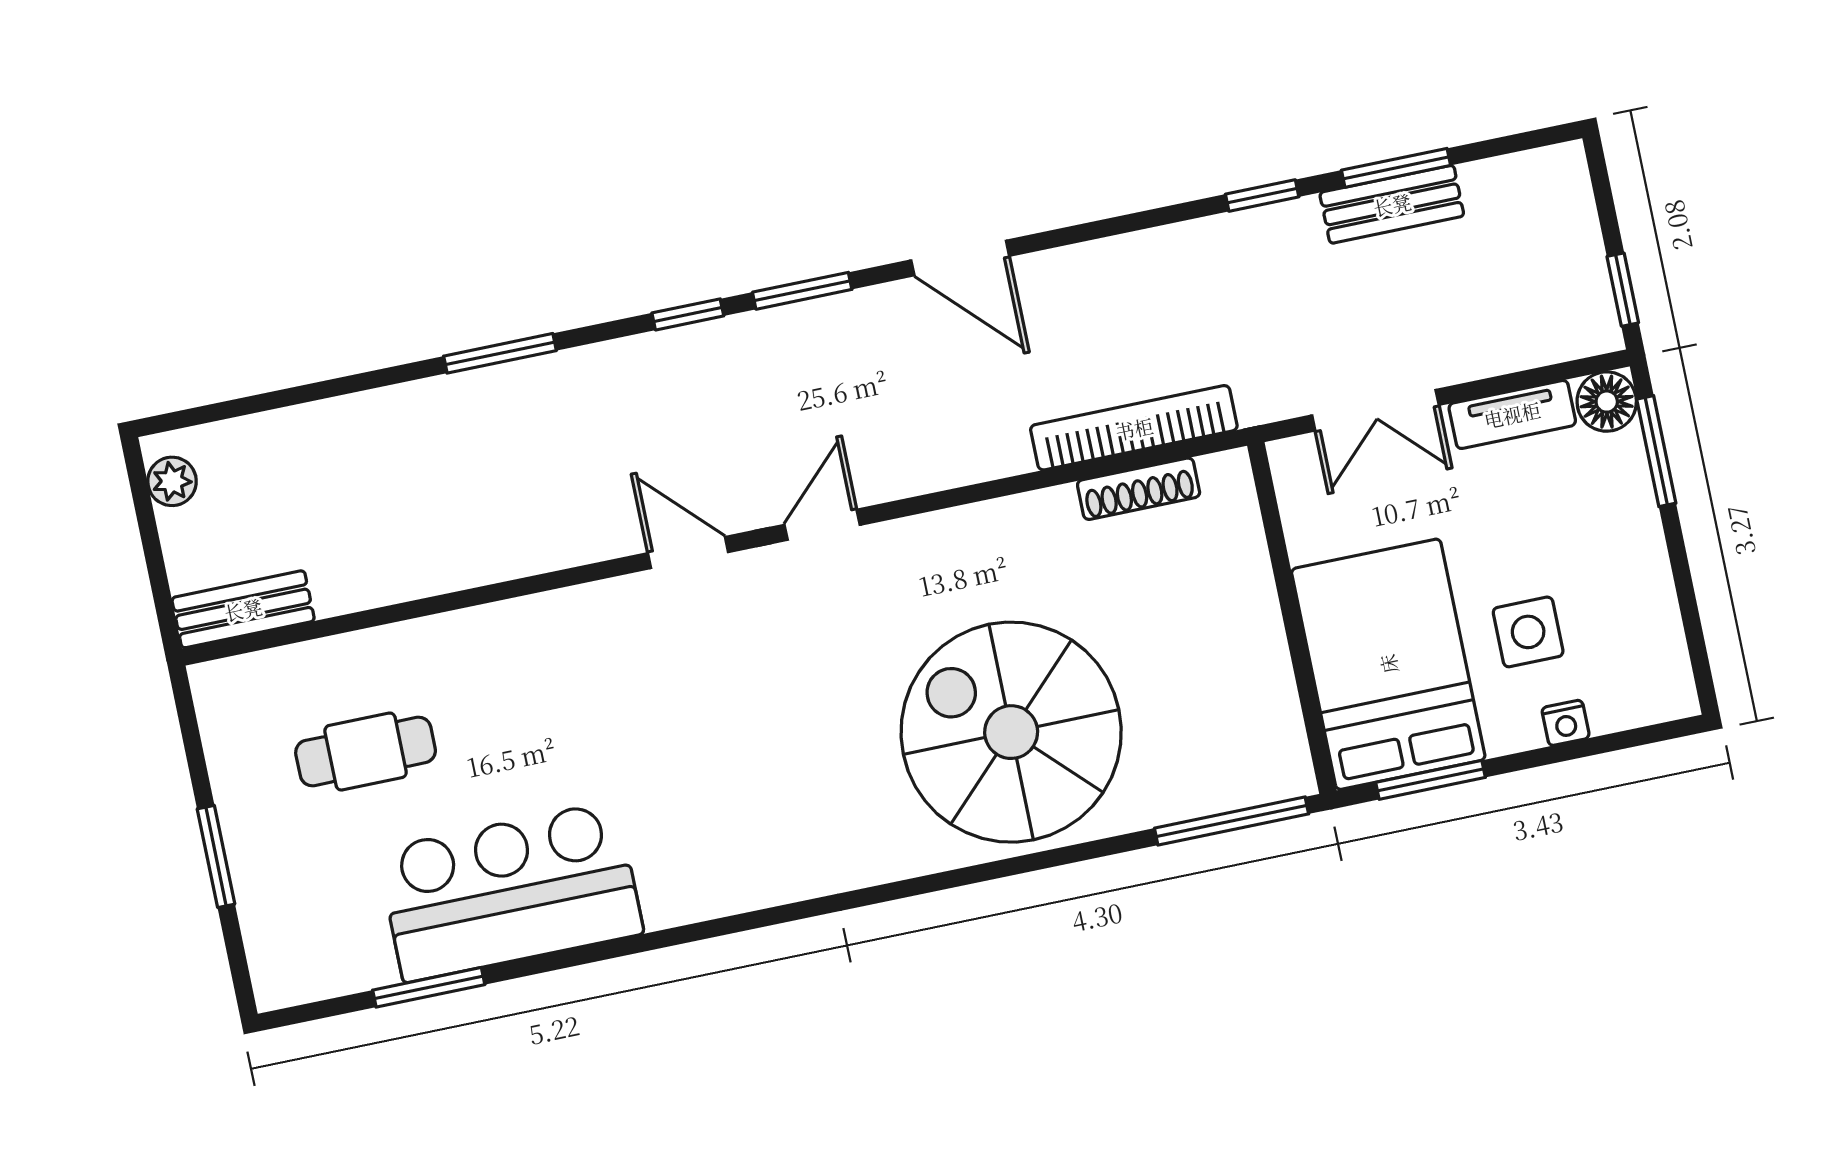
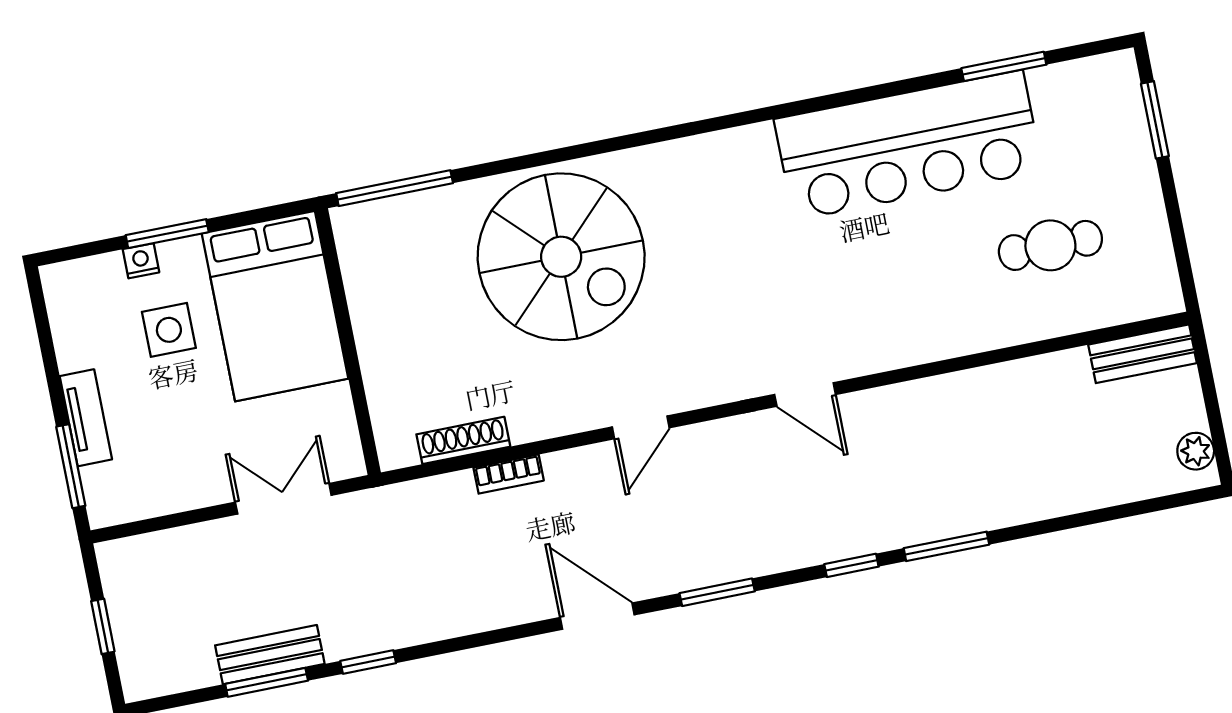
window: (1623, 290) -> (103, 626), moved
window: (688, 314) -> (851, 565), moved
floor lamp: (1607, 402) -> (108, 504), removed
tv unit: (1512, 414) -> (86, 418), moved, turned 90
bookcase: (1134, 428) -> (509, 474), width x0.43, depth x0.76
door: (822, 525) -> (641, 427), moved
window: (1431, 780) -> (167, 234), moved
window: (216, 856) -> (1155, 120), moved
bar counter: (510, 892) -> (908, 145), width x1.36

